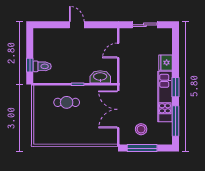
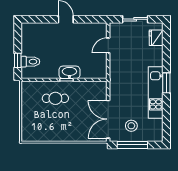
fridge: (165, 63) -> (156, 38), moved
washbasin: (100, 77) -> (69, 72), moved
double door: (118, 109) -> (108, 119), moved
window: (175, 121) -> (166, 117), removed

